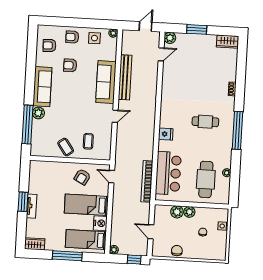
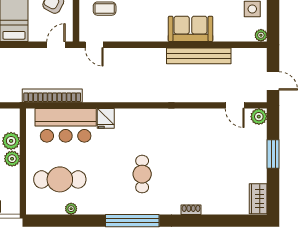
sofa: (106, 82) -> (191, 29), width x0.73
door: (115, 116) -> (94, 45), moved
fridge: (166, 134) -> (106, 118), moved

